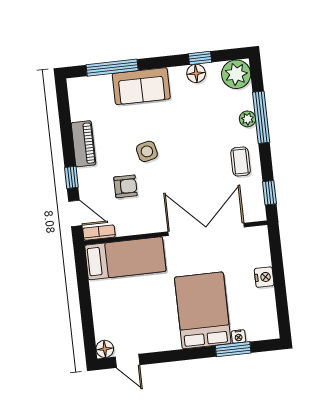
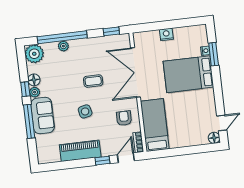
window: (200, 58) -> (25, 89), moved
window: (112, 68) -> (29, 121), moved
plant: (177, 74) -> (35, 92), added
window: (261, 117) -> (62, 37), width x1.46
piano: (83, 144) -> (80, 151), width x1.37, depth x1.33
coffee table: (241, 162) -> (93, 81), moved
armchair: (126, 186) -> (124, 118), moved

